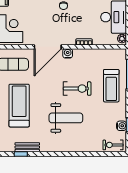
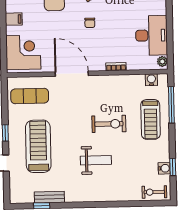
door: (48, 47) -> (72, 74), swing flipped
water cooler: (68, 53) -> (151, 80), moved
weight bench: (66, 118) -> (96, 160), width x0.73, depth x0.75

